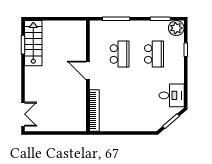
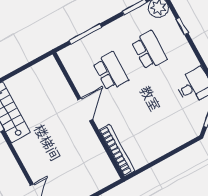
door: (88, 71) -> (85, 110), swing flipped

